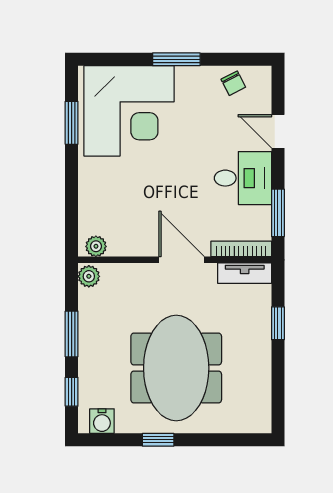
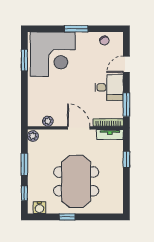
door: (278, 131) -> (126, 64), hinge flipped
plant: (96, 246) -> (48, 121), moved

